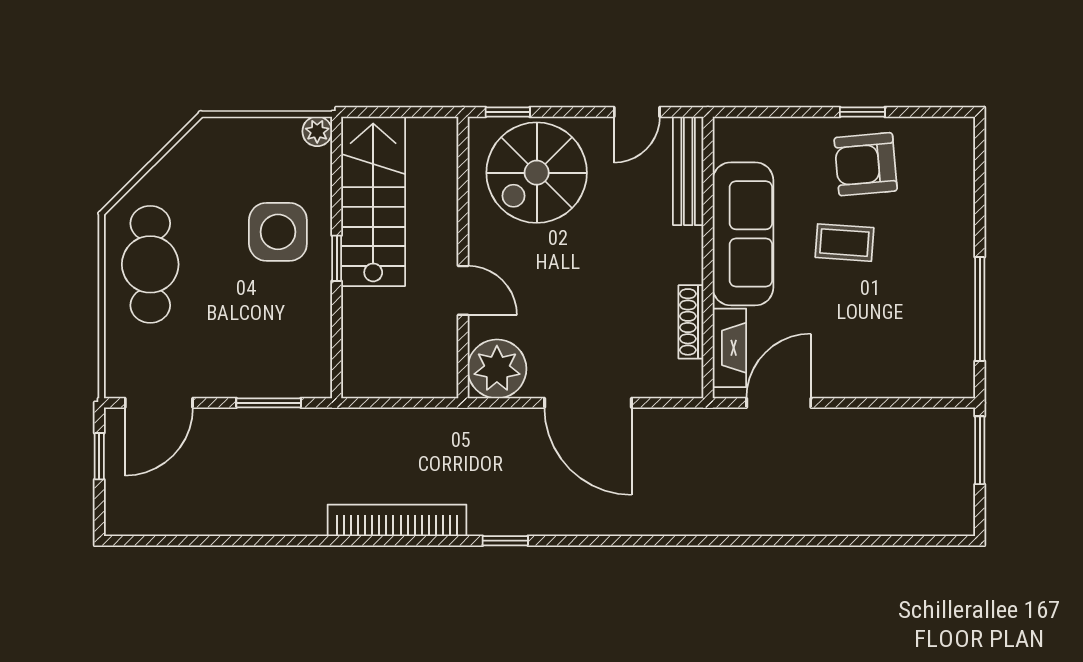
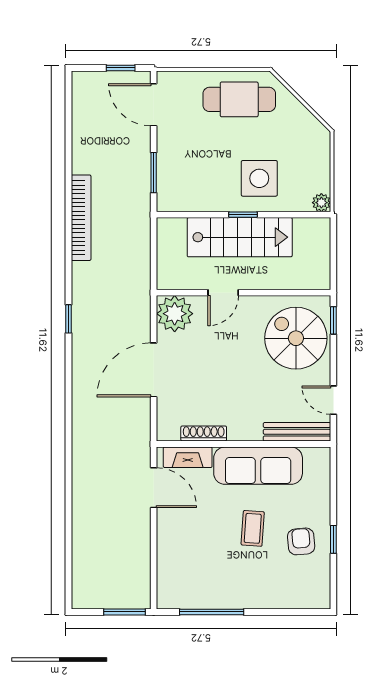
armchair: (866, 164) -> (301, 541), width x0.72, depth x0.72
stairs: (373, 201) -> (240, 237), moved
bookcase: (397, 520) -> (81, 218), moved

